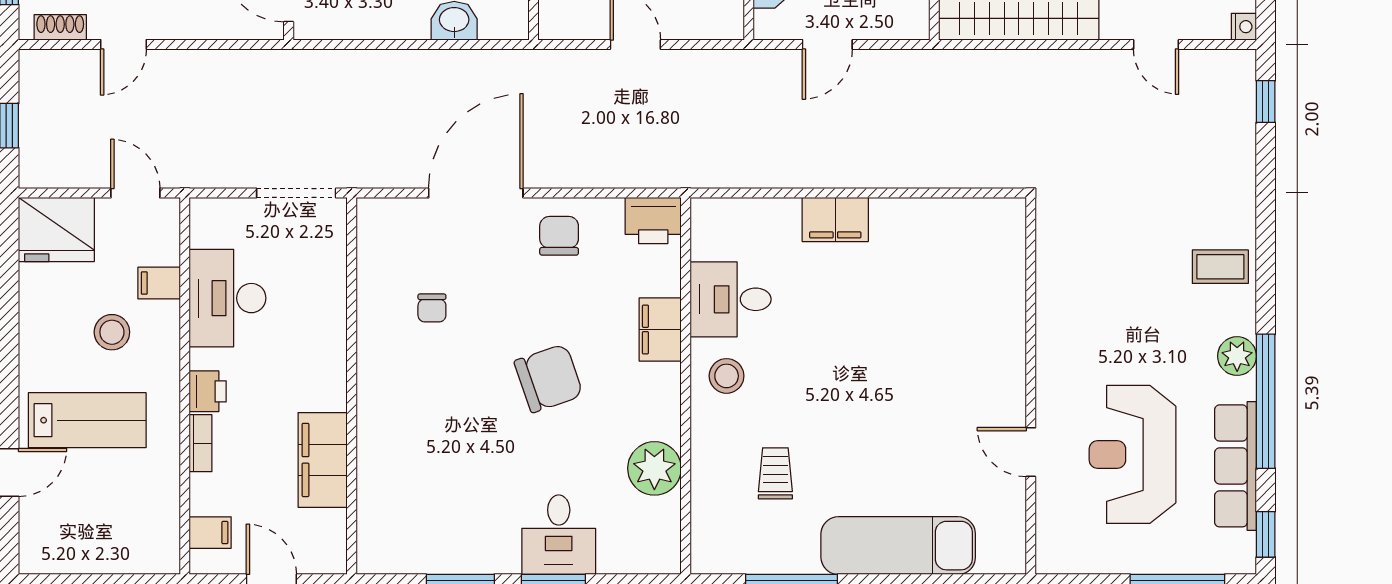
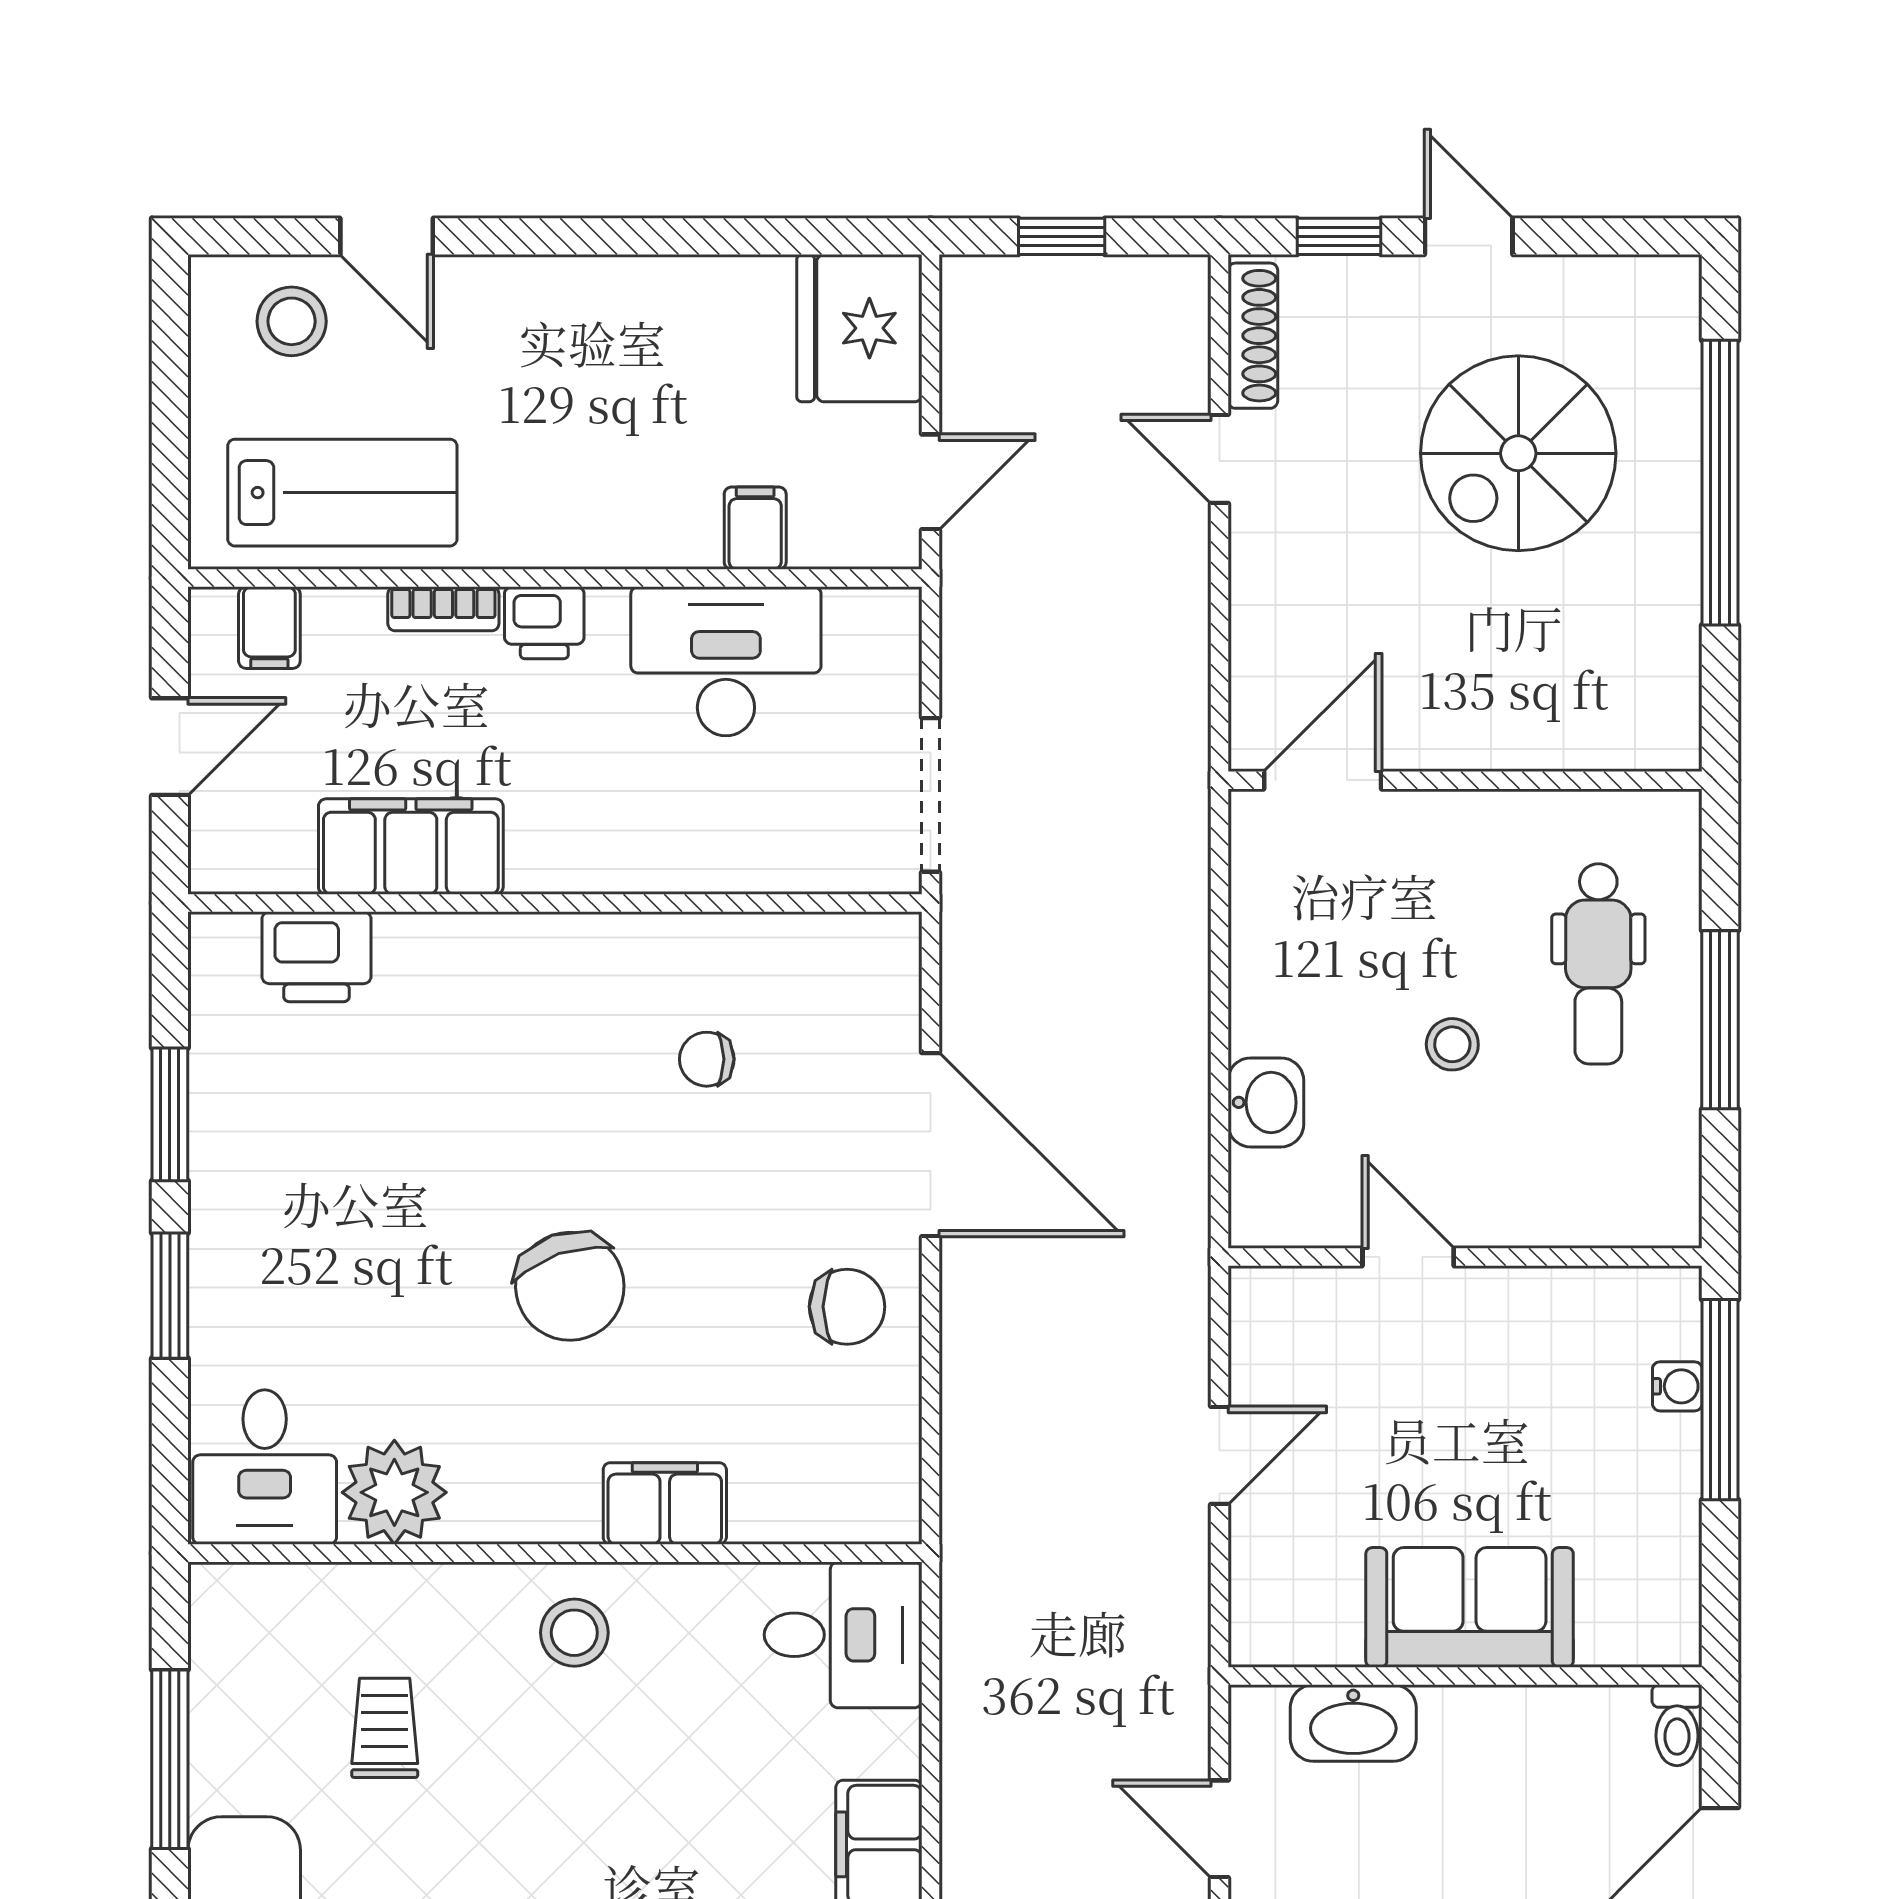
shoe rack: (60, 27) -> (1253, 336), width x1.43
printer: (653, 221) -> (316, 957), moved, turned -90
desk: (731, 299) -> (843, 1635), moved, turned 90
stool: (112, 332) -> (292, 321), moved
lab bench: (87, 420) -> (342, 493), moved, turned -90
trolley: (775, 473) -> (385, 1728), turned -90
desk: (559, 535) -> (265, 1467), moved, turned -90

